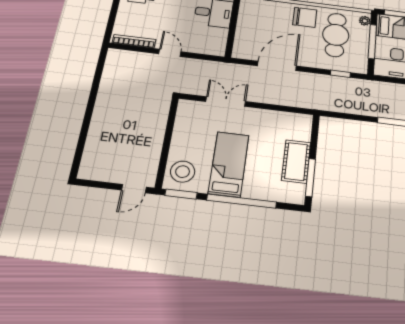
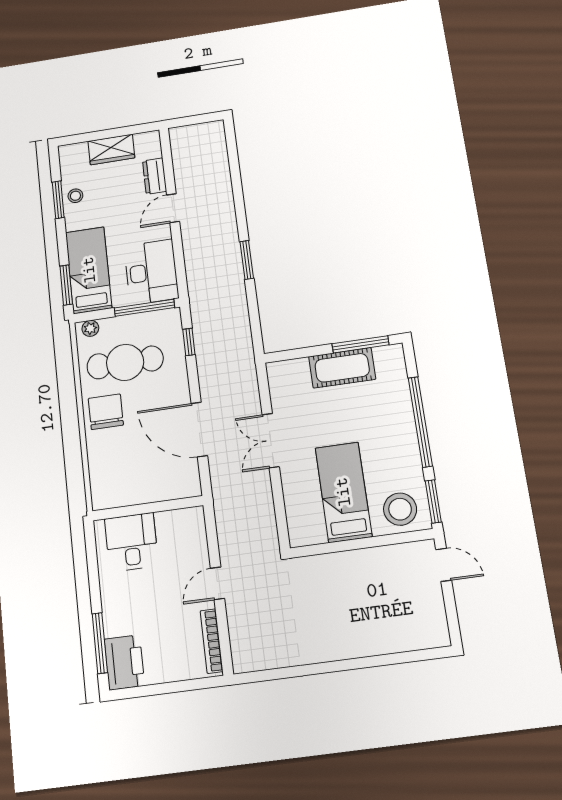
window: (372, 42) -> (144, 308), moved
double door: (226, 102) -> (271, 441), moved
bed: (229, 164) -> (343, 492), moved, turned 90

